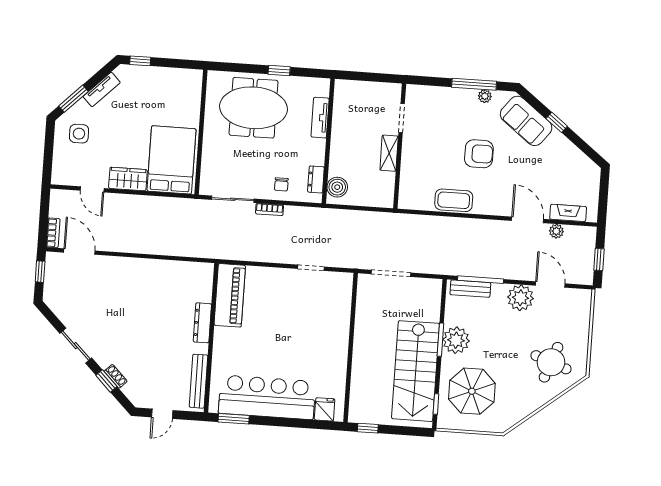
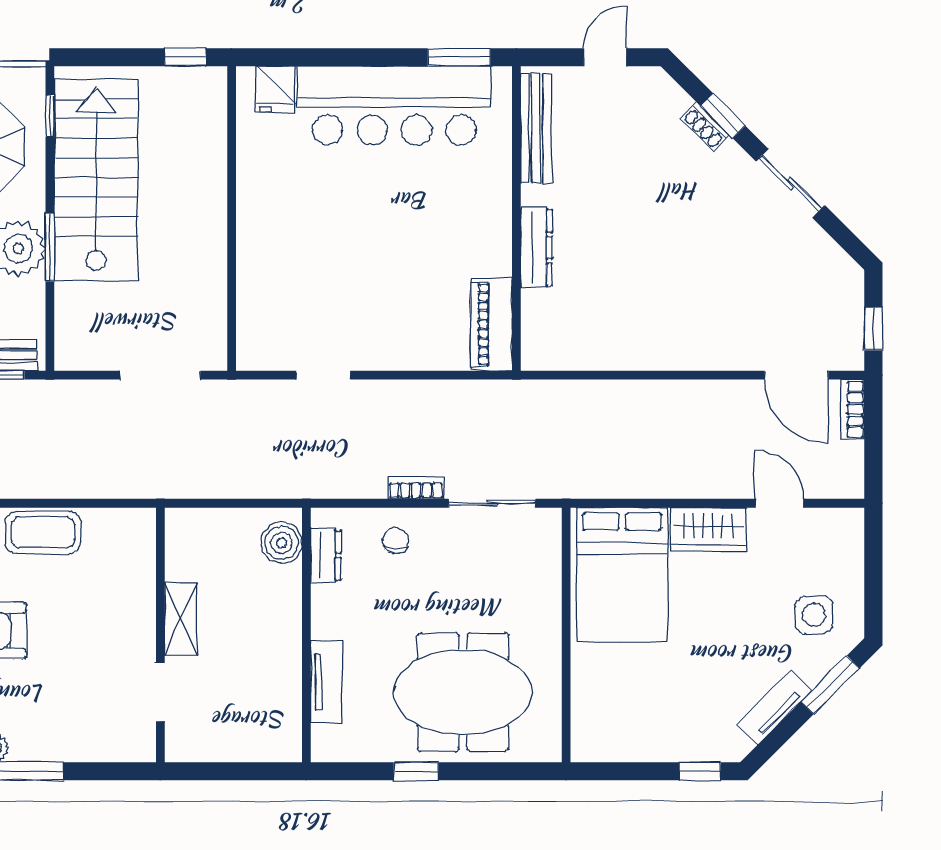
piano: (230, 295) -> (491, 324), width x0.73, depth x0.75

